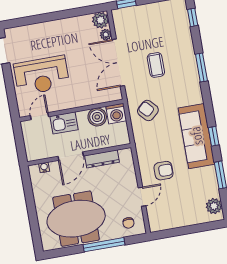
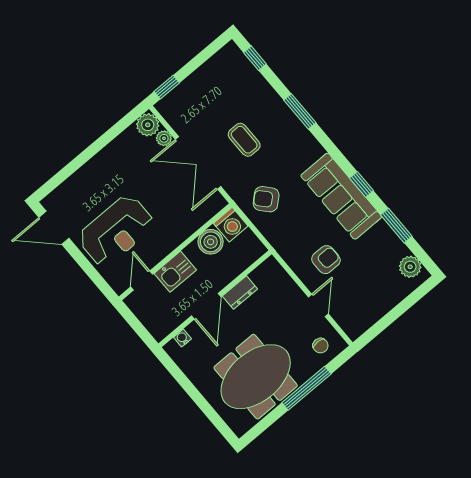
dresser: (102, 159) -> (240, 293), width x0.70

